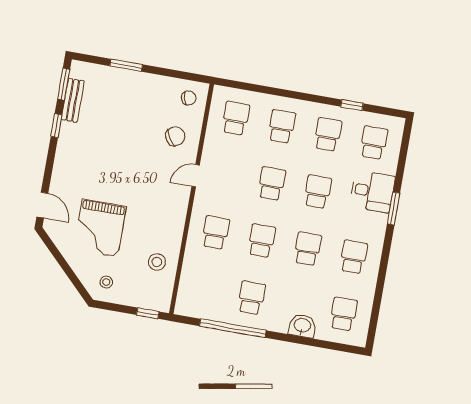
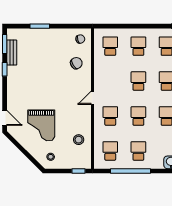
door: (196, 176) -> (92, 98), moved
school desk: (205, 290) -> (110, 151), added

